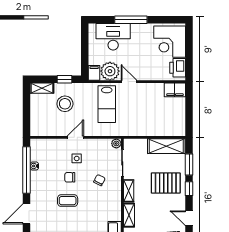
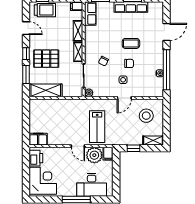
stool: (65, 104) -> (146, 116), moved
lab bench: (107, 104) -> (97, 127), turned 180

